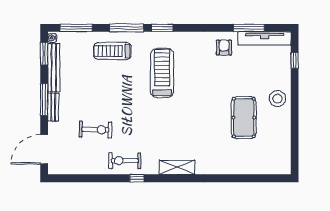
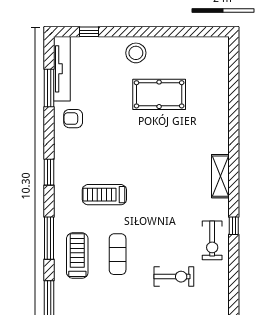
window: (162, 28) -> (49, 172), moved
treadmill: (112, 51) -> (77, 256), turned 180
treadmill: (162, 73) -> (104, 195), width x0.73, depth x0.73
exercise mat: (114, 84) -> (118, 254), added
exercise bike: (95, 130) -> (174, 277), turned 88

